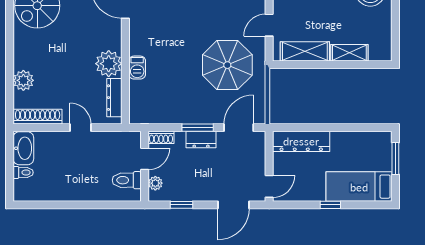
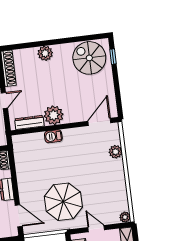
plant: (23, 80) -> (45, 53), moved
window: (198, 128) -> (15, 186), removed

